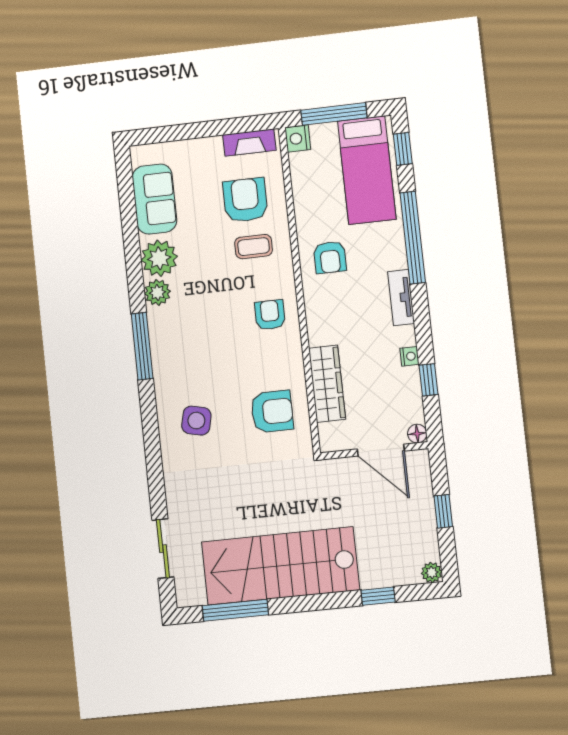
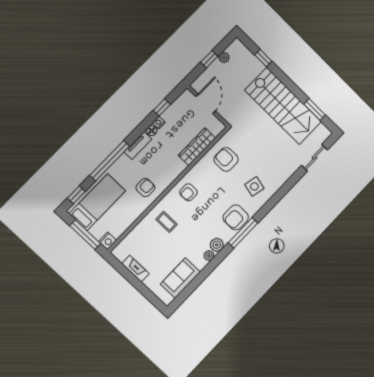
fireplace: (249, 142) -> (135, 269), moved
armchair: (245, 200) -> (236, 217), moved
plant: (159, 258) -> (209, 256), width x0.53, depth x0.53
floor lamp: (417, 434) -> (152, 131), moved
plant: (432, 573) -> (224, 57), moved
window: (235, 610) -> (315, 110), width x0.69

